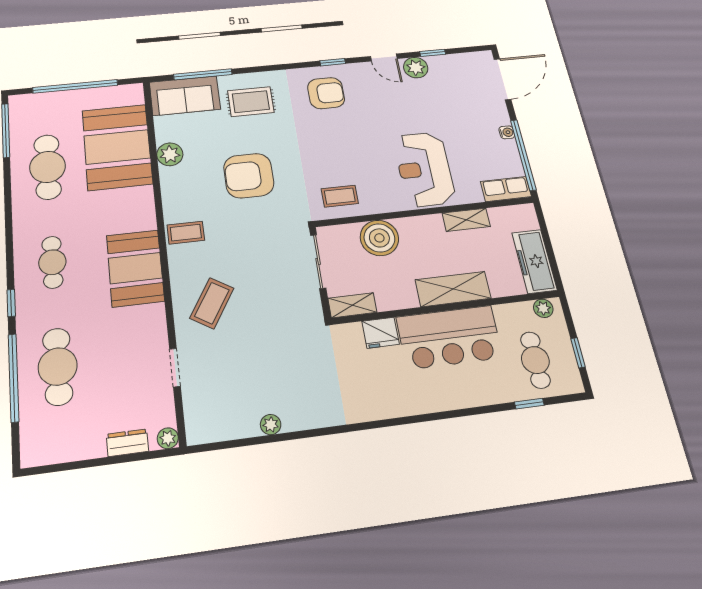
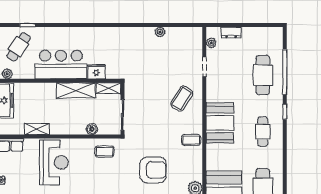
boiler: (379, 238) -> (92, 129), width x0.54, depth x0.54
shelving: (453, 289) -> (76, 90), moved
cafe table: (535, 360) -> (19, 47), turned 34
plant: (168, 438) -> (211, 43), moved

